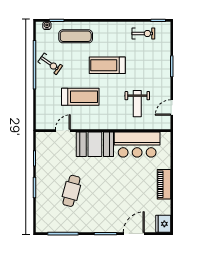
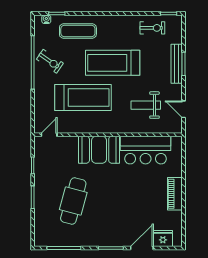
treadmill: (107, 65) -> (113, 63), width x1.37, depth x1.38
bench: (166, 66) -> (177, 64), added
treadmill: (80, 97) -> (83, 97), width x1.37, depth x1.38
weight bench: (137, 104) -> (146, 105), turned 90
door: (172, 107) -> (184, 109), hinge flipped
door: (63, 131) -> (49, 135), moved
cafe table: (71, 191) -> (73, 201), width x1.37, depth x1.35
fridge: (163, 224) -> (163, 239), moved, turned 90

